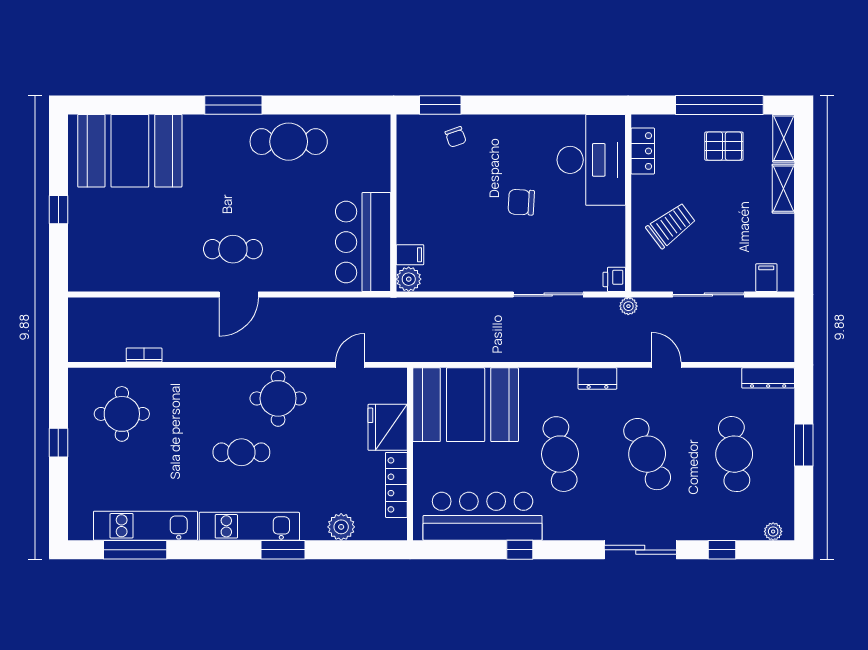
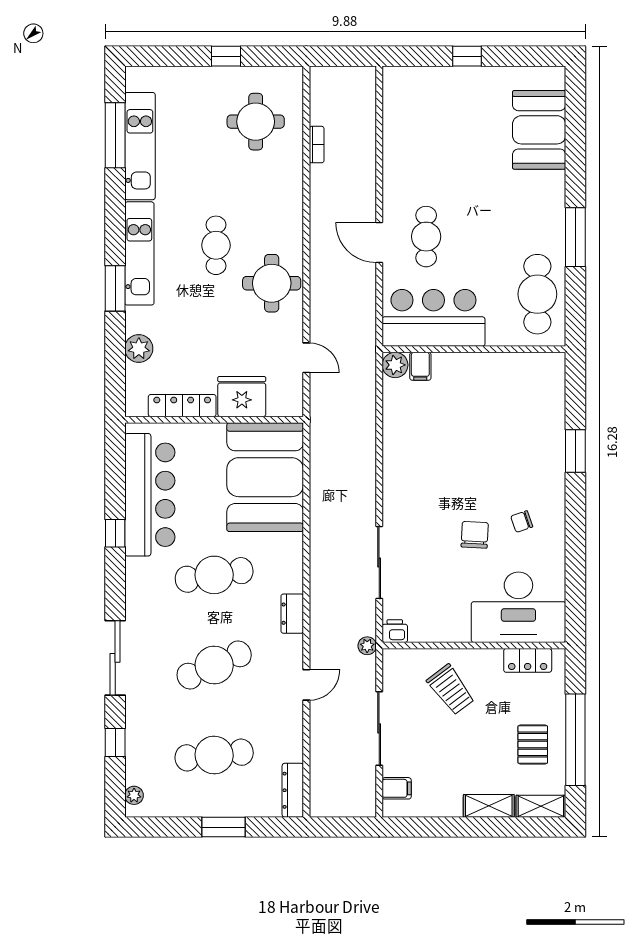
chair: (456, 137) -> (522, 522), moved
booth: (130, 151) -> (539, 130), width x0.73, depth x0.70
wall: (394, 203) -> (474, 349), moved
bar counter: (363, 242) -> (433, 318), moved
filing cabinet: (410, 255) -> (420, 366), moved
plant: (409, 279) -> (395, 365), moved

